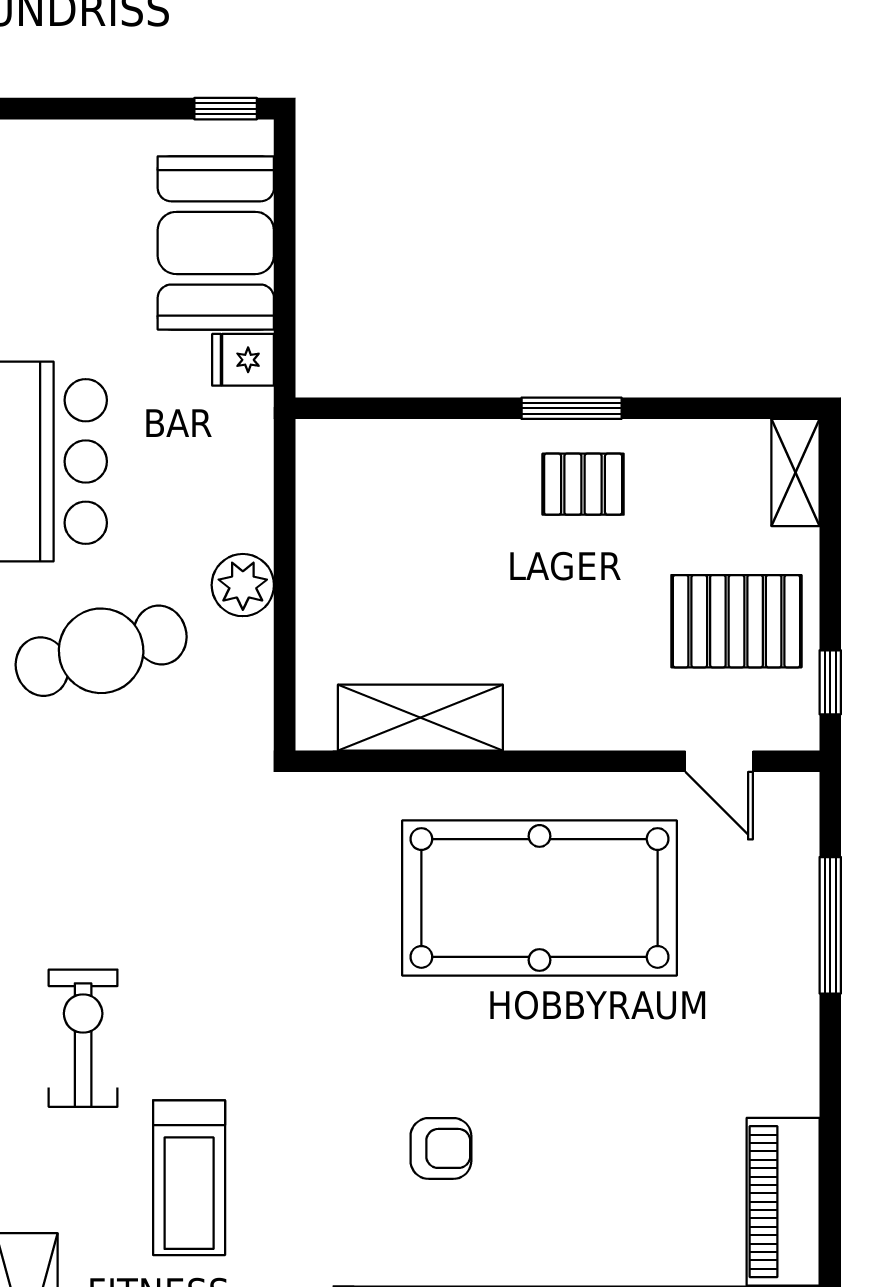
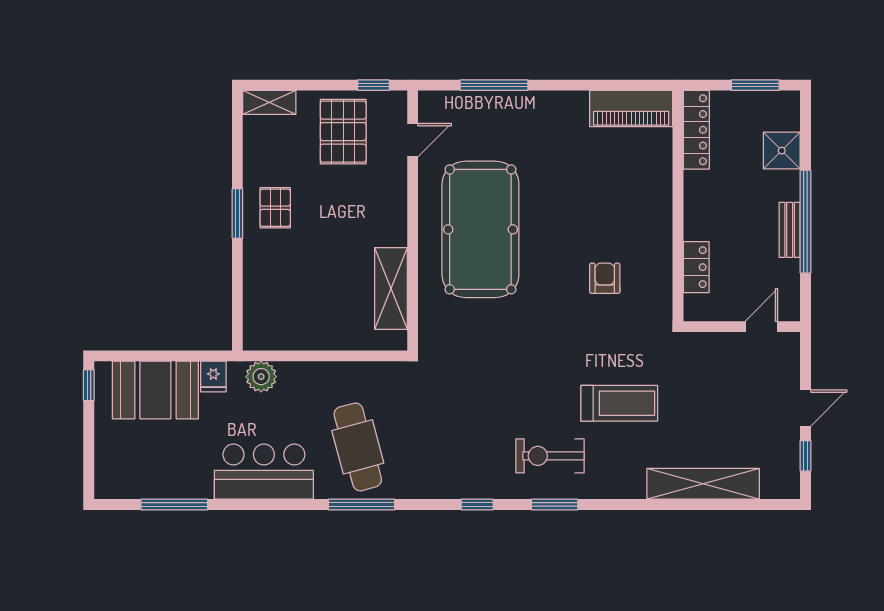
plant: (243, 585) -> (261, 377), moved

